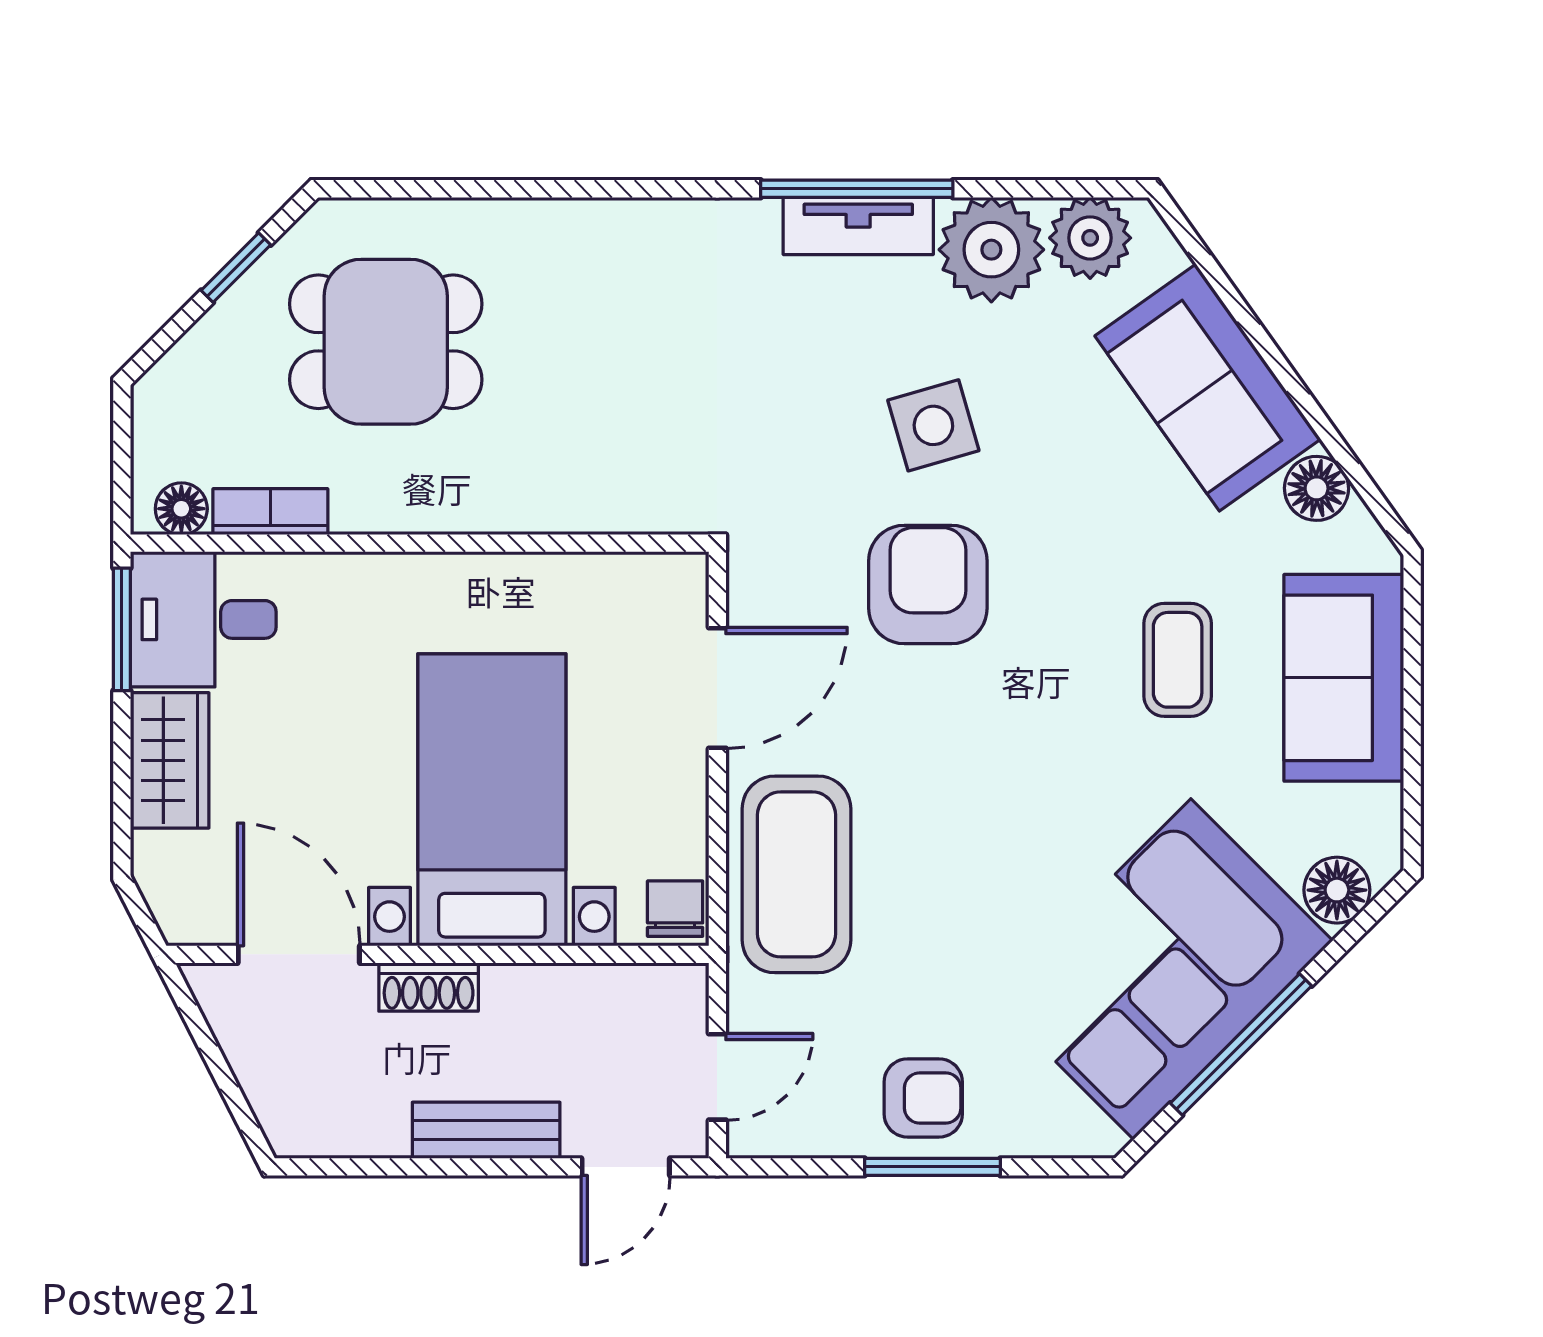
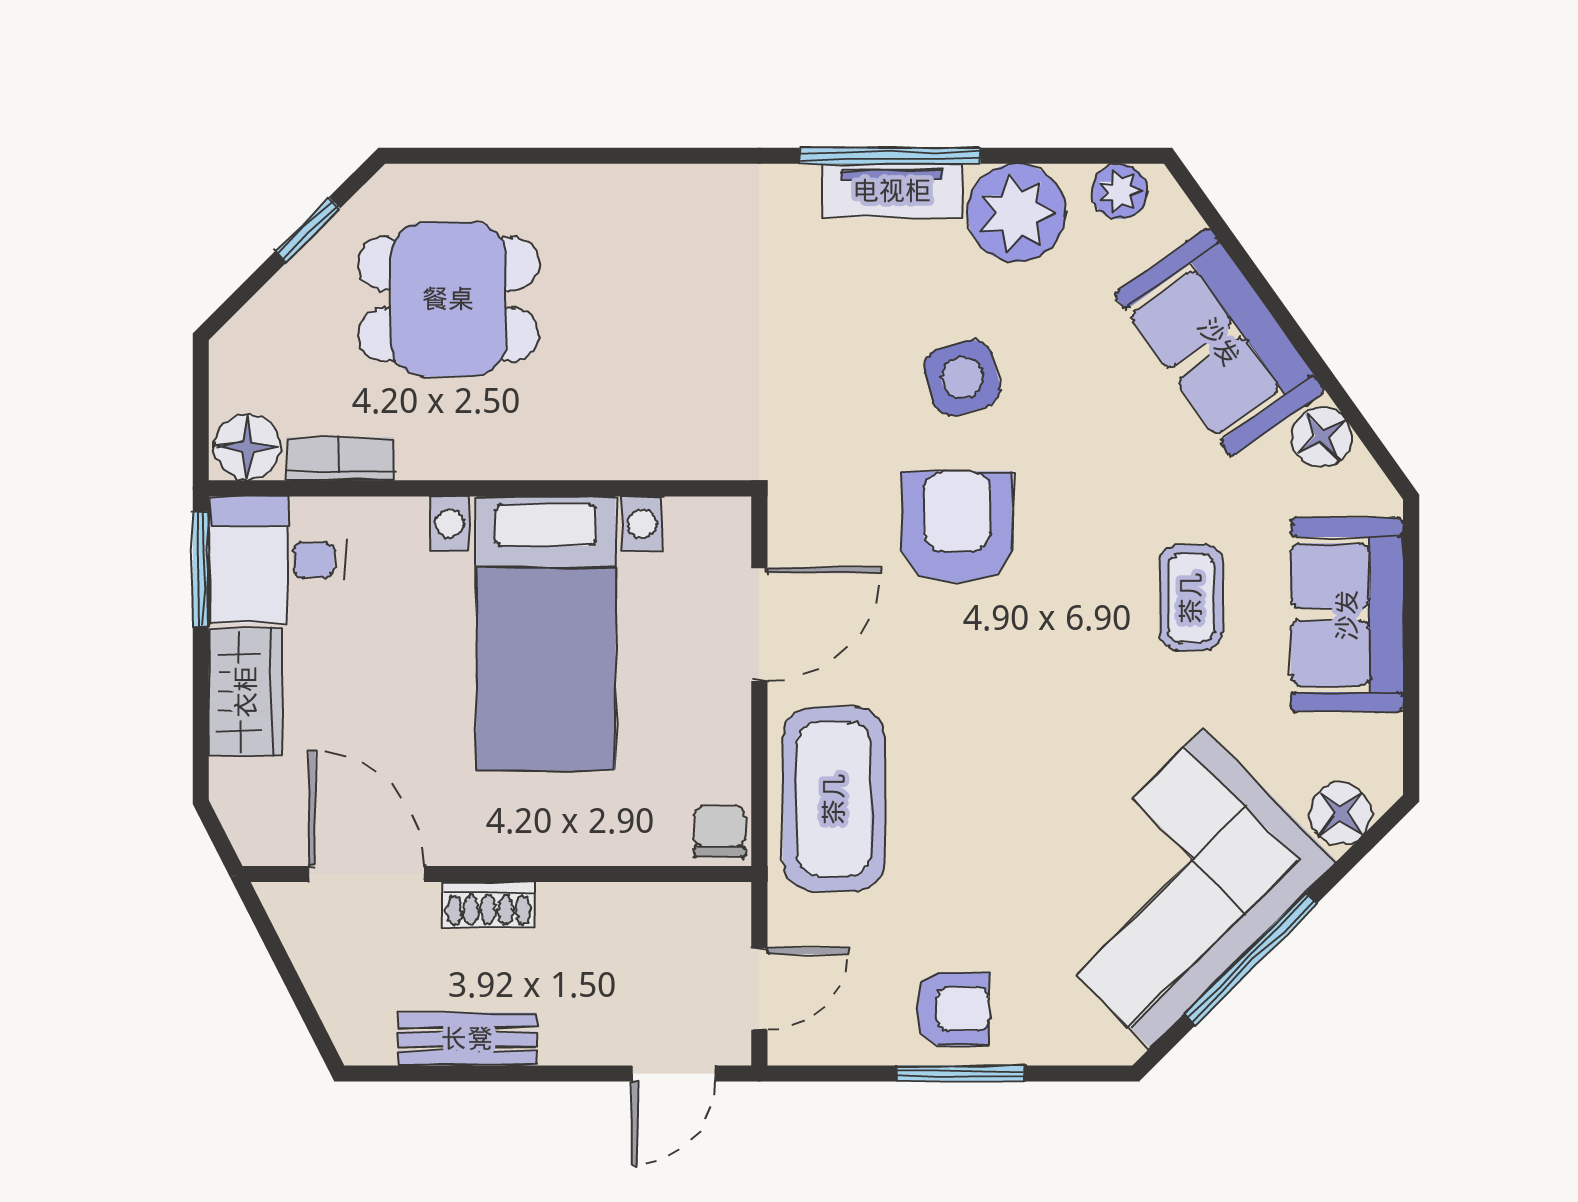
plant: (1090, 238) -> (1119, 191), width x0.73, depth x0.73
floor lamp: (181, 509) -> (247, 447), width x1.37, depth x1.37
bed with nightstands: (492, 800) -> (546, 633), moved, turned 180
bench: (486, 1130) -> (467, 1039), moved

